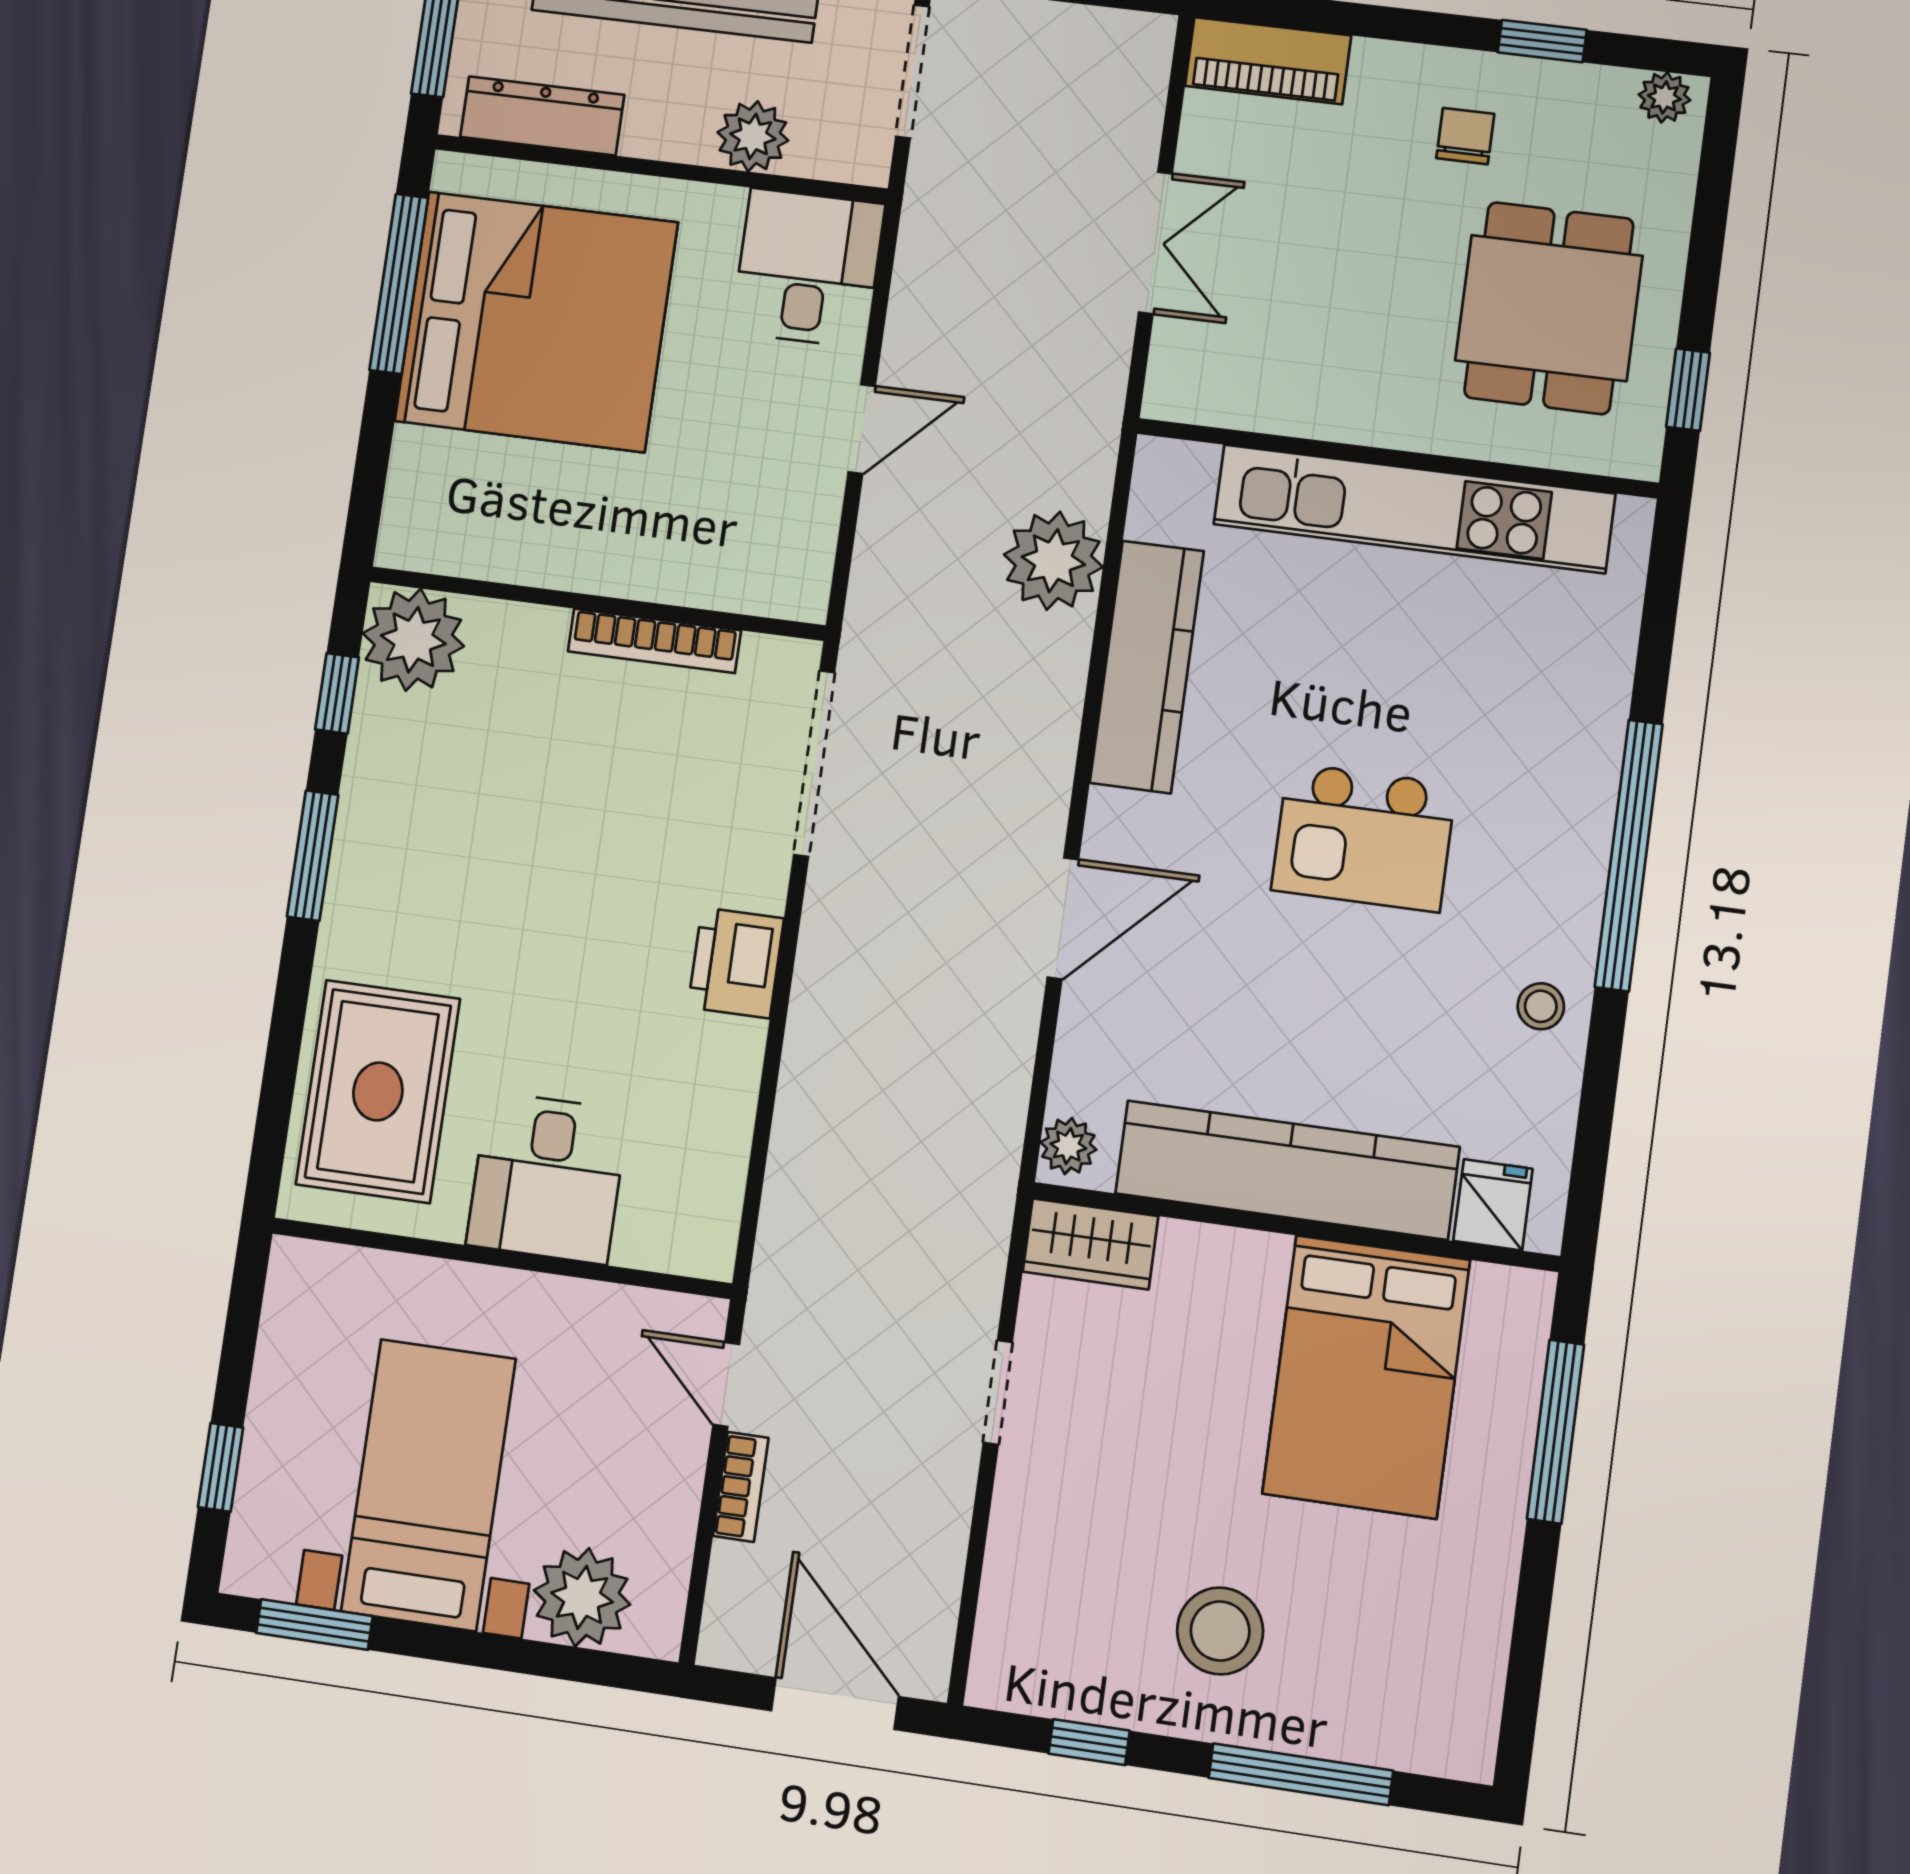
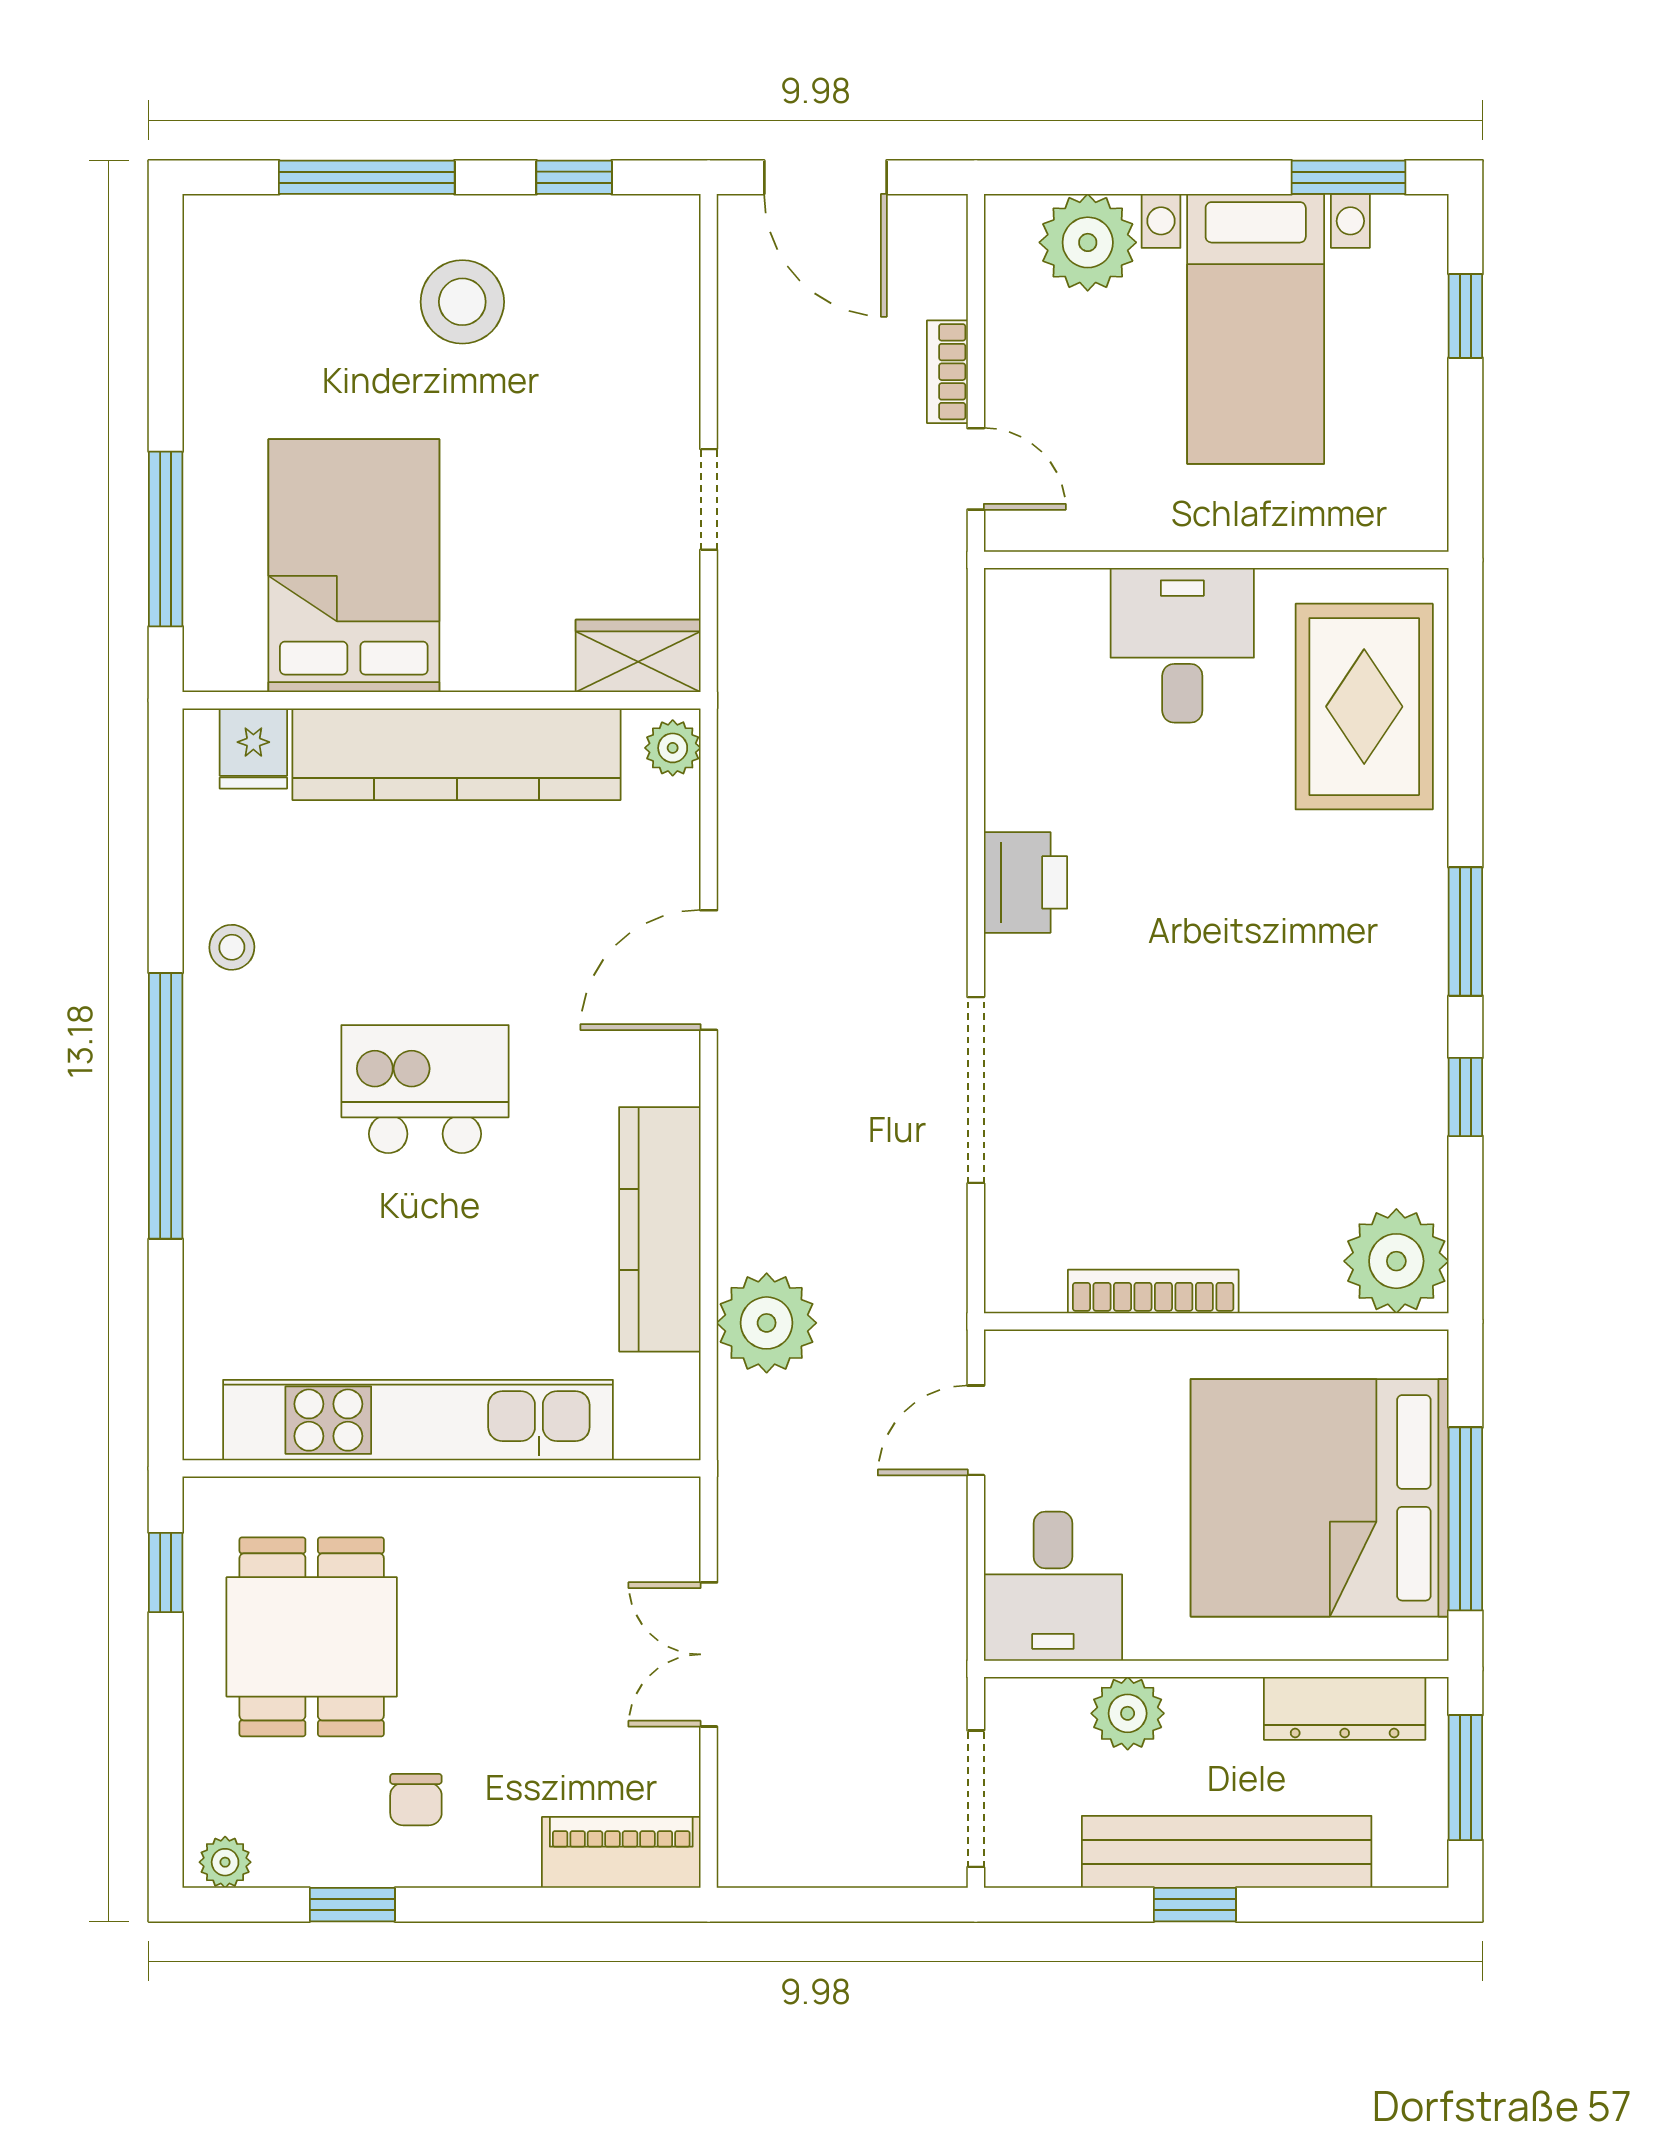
wall: (597, 604) -> (1216, 1321), moved
plant: (413, 640) -> (1396, 1261), moved
bookcase: (654, 641) -> (1153, 1292), moved

